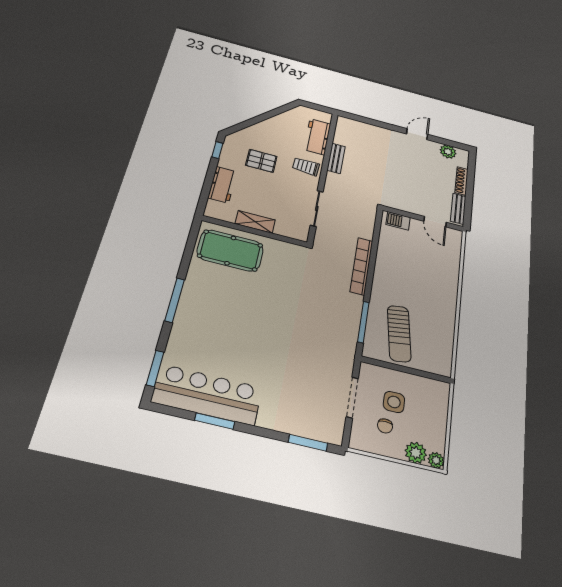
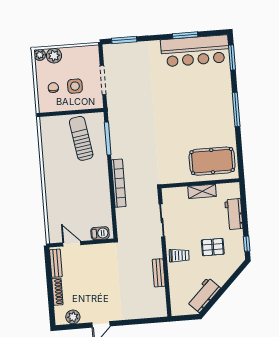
workbench: (317, 137) -> (204, 295), moved, turned -135
chair: (385, 426) -> (53, 88), moved

